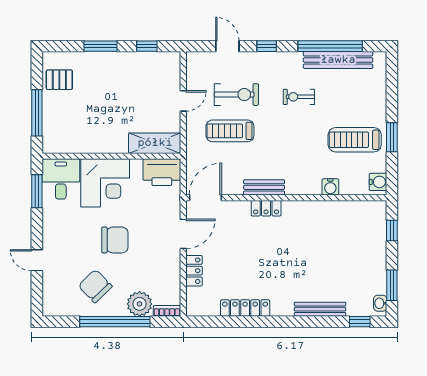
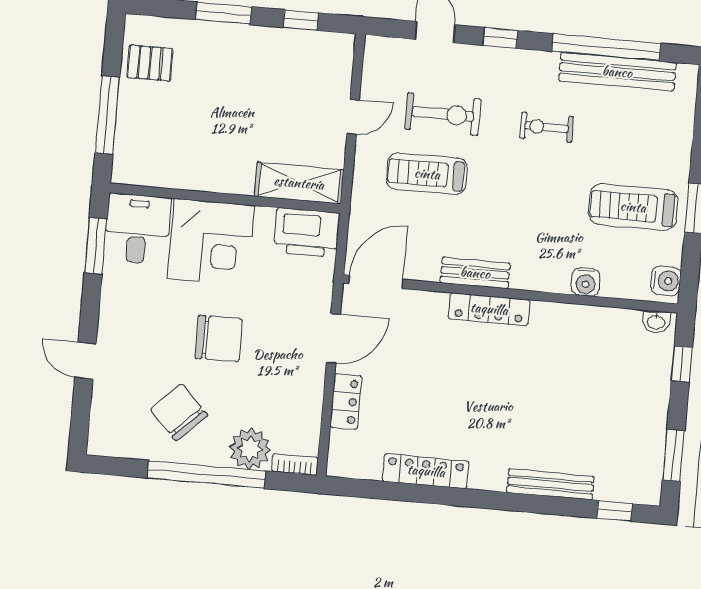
locker: (266, 208) -> (489, 309), width x1.53
washbasin: (380, 303) -> (656, 322), moved, turned -90

